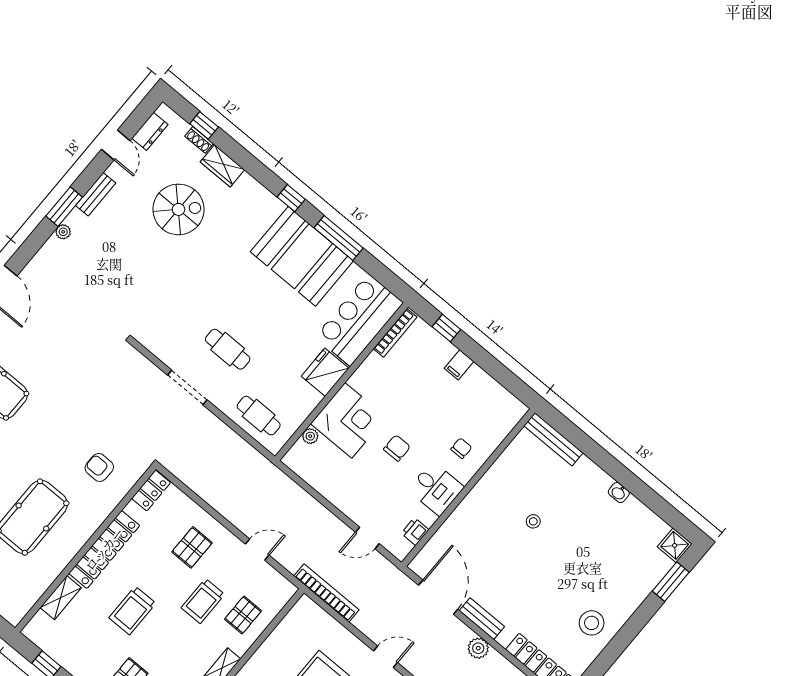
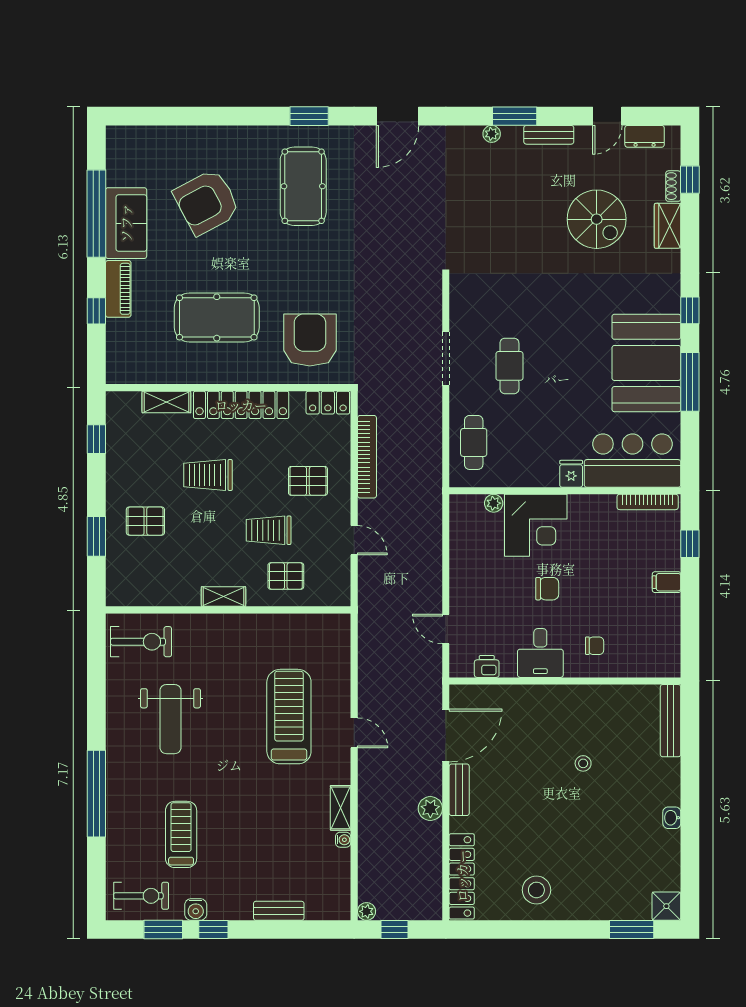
fridge: (325, 372) -> (571, 474), width x0.53, depth x0.75
armchair: (99, 467) -> (310, 340), width x1.88, depth x1.88
bookcase: (326, 593) -> (367, 457), moved

